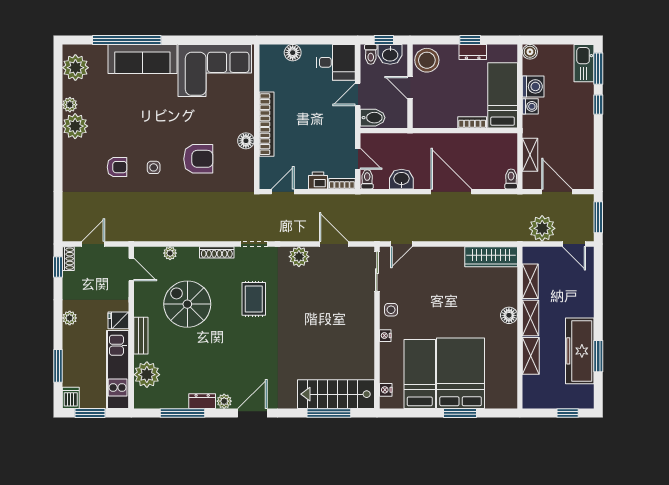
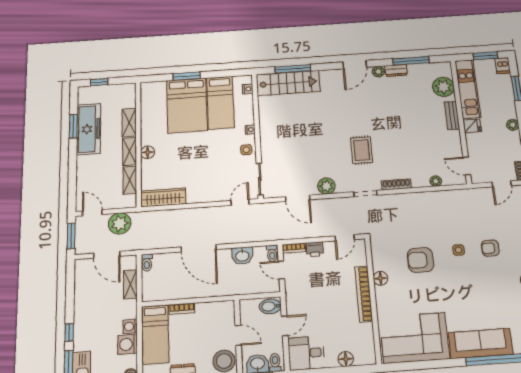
spiral stairs: (187, 304) -> (417, 142), removed

